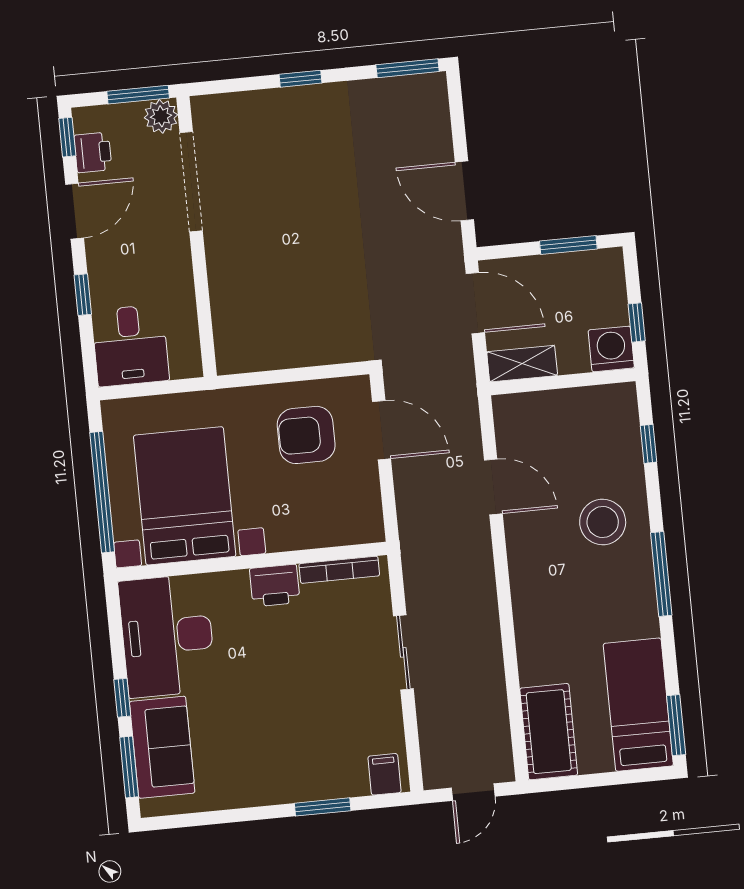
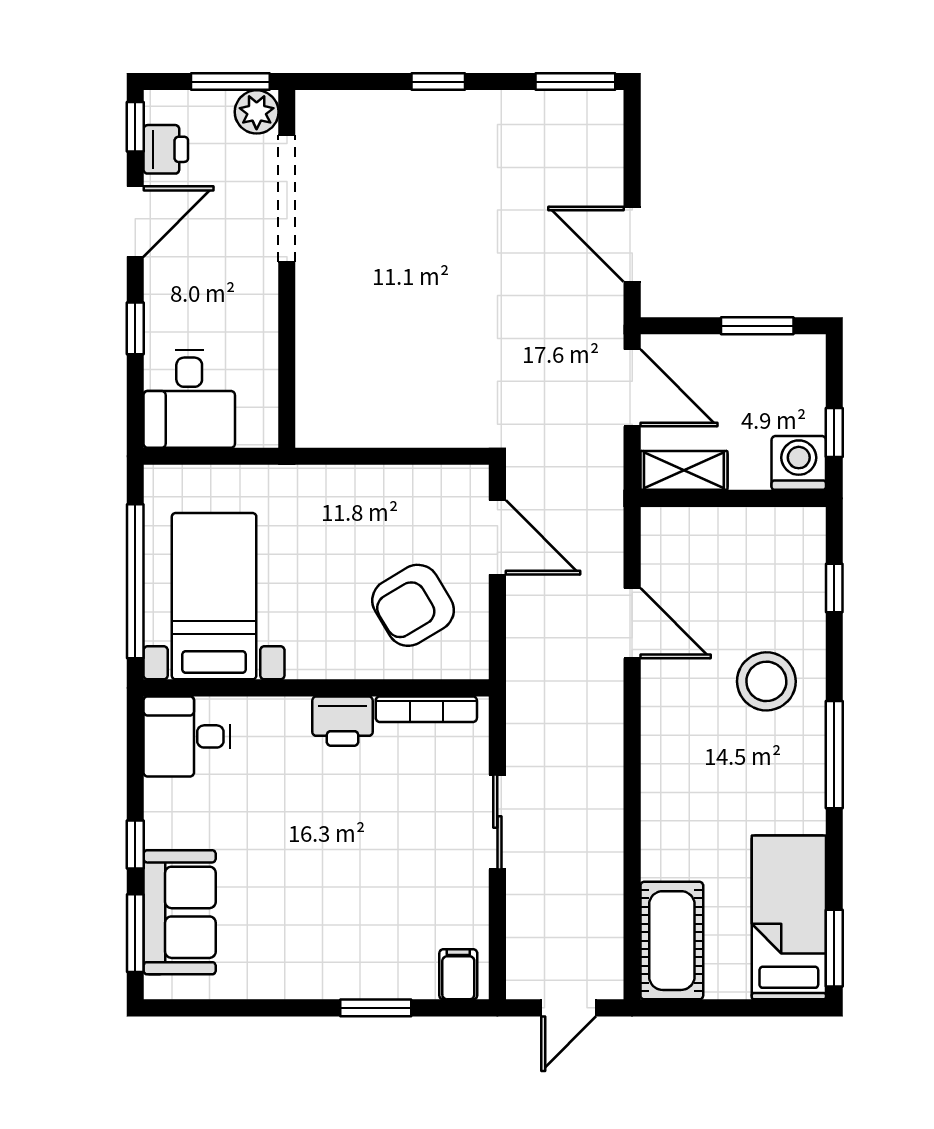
armchair: (306, 435) -> (413, 605), moved, turned -31
bed with nightstands: (185, 496) -> (214, 596), width x0.73
desk: (167, 636) -> (187, 736), width x0.53, depth x0.77

